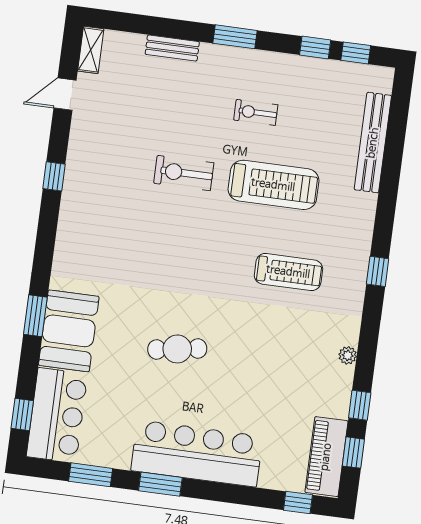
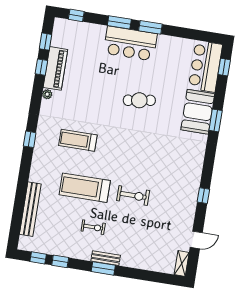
bench: (172, 48) -> (106, 258), moved
bar counter: (197, 453) -> (130, 43), width x0.73
piano: (326, 457) -> (55, 68), moved
window: (91, 475) -> (119, 22), moved

